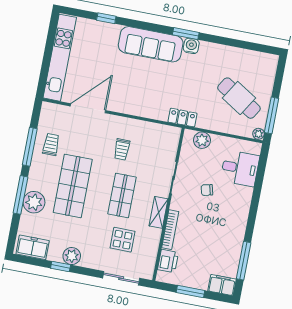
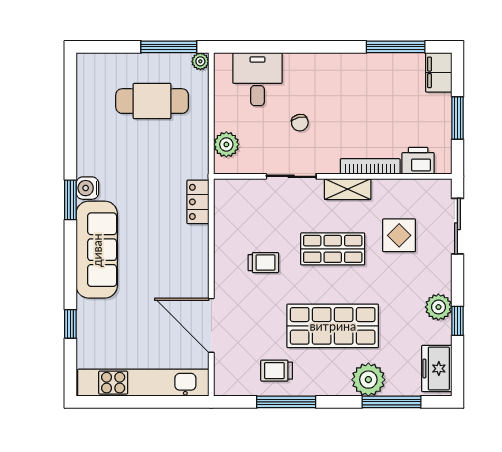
cafe table: (239, 98) -> (152, 101), turned 58
locker: (182, 118) -> (198, 202), moved
window: (20, 195) -> (391, 402), moved

